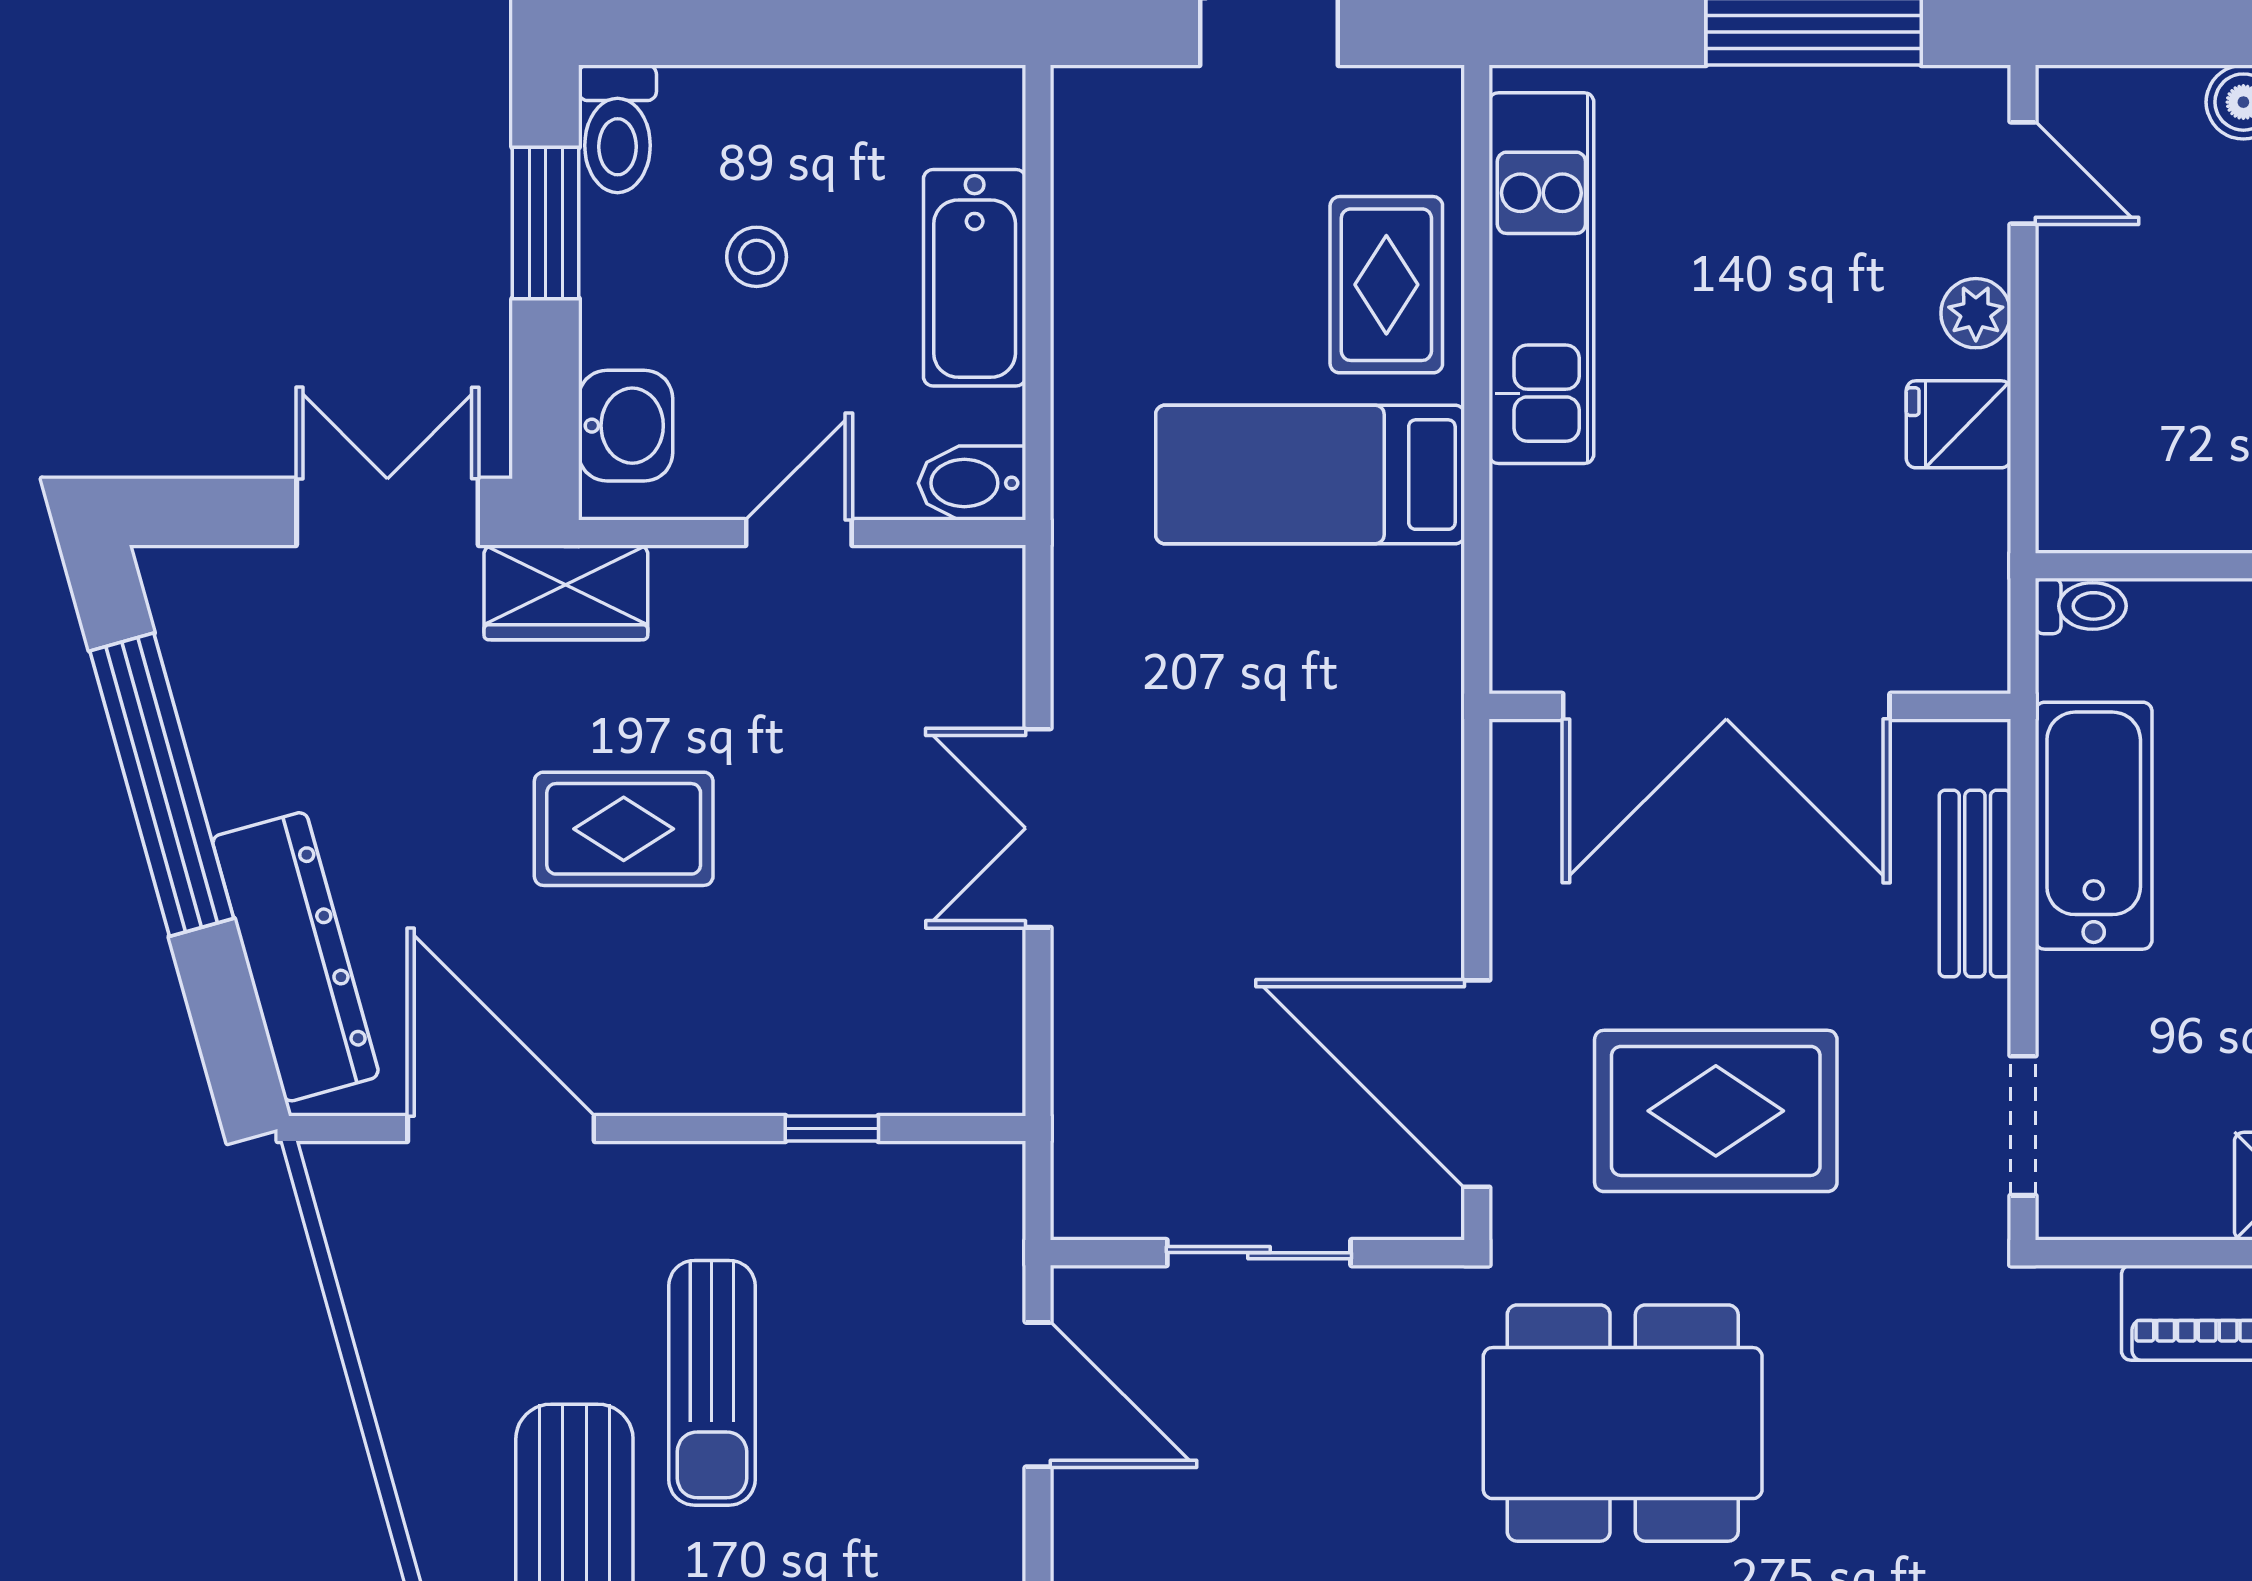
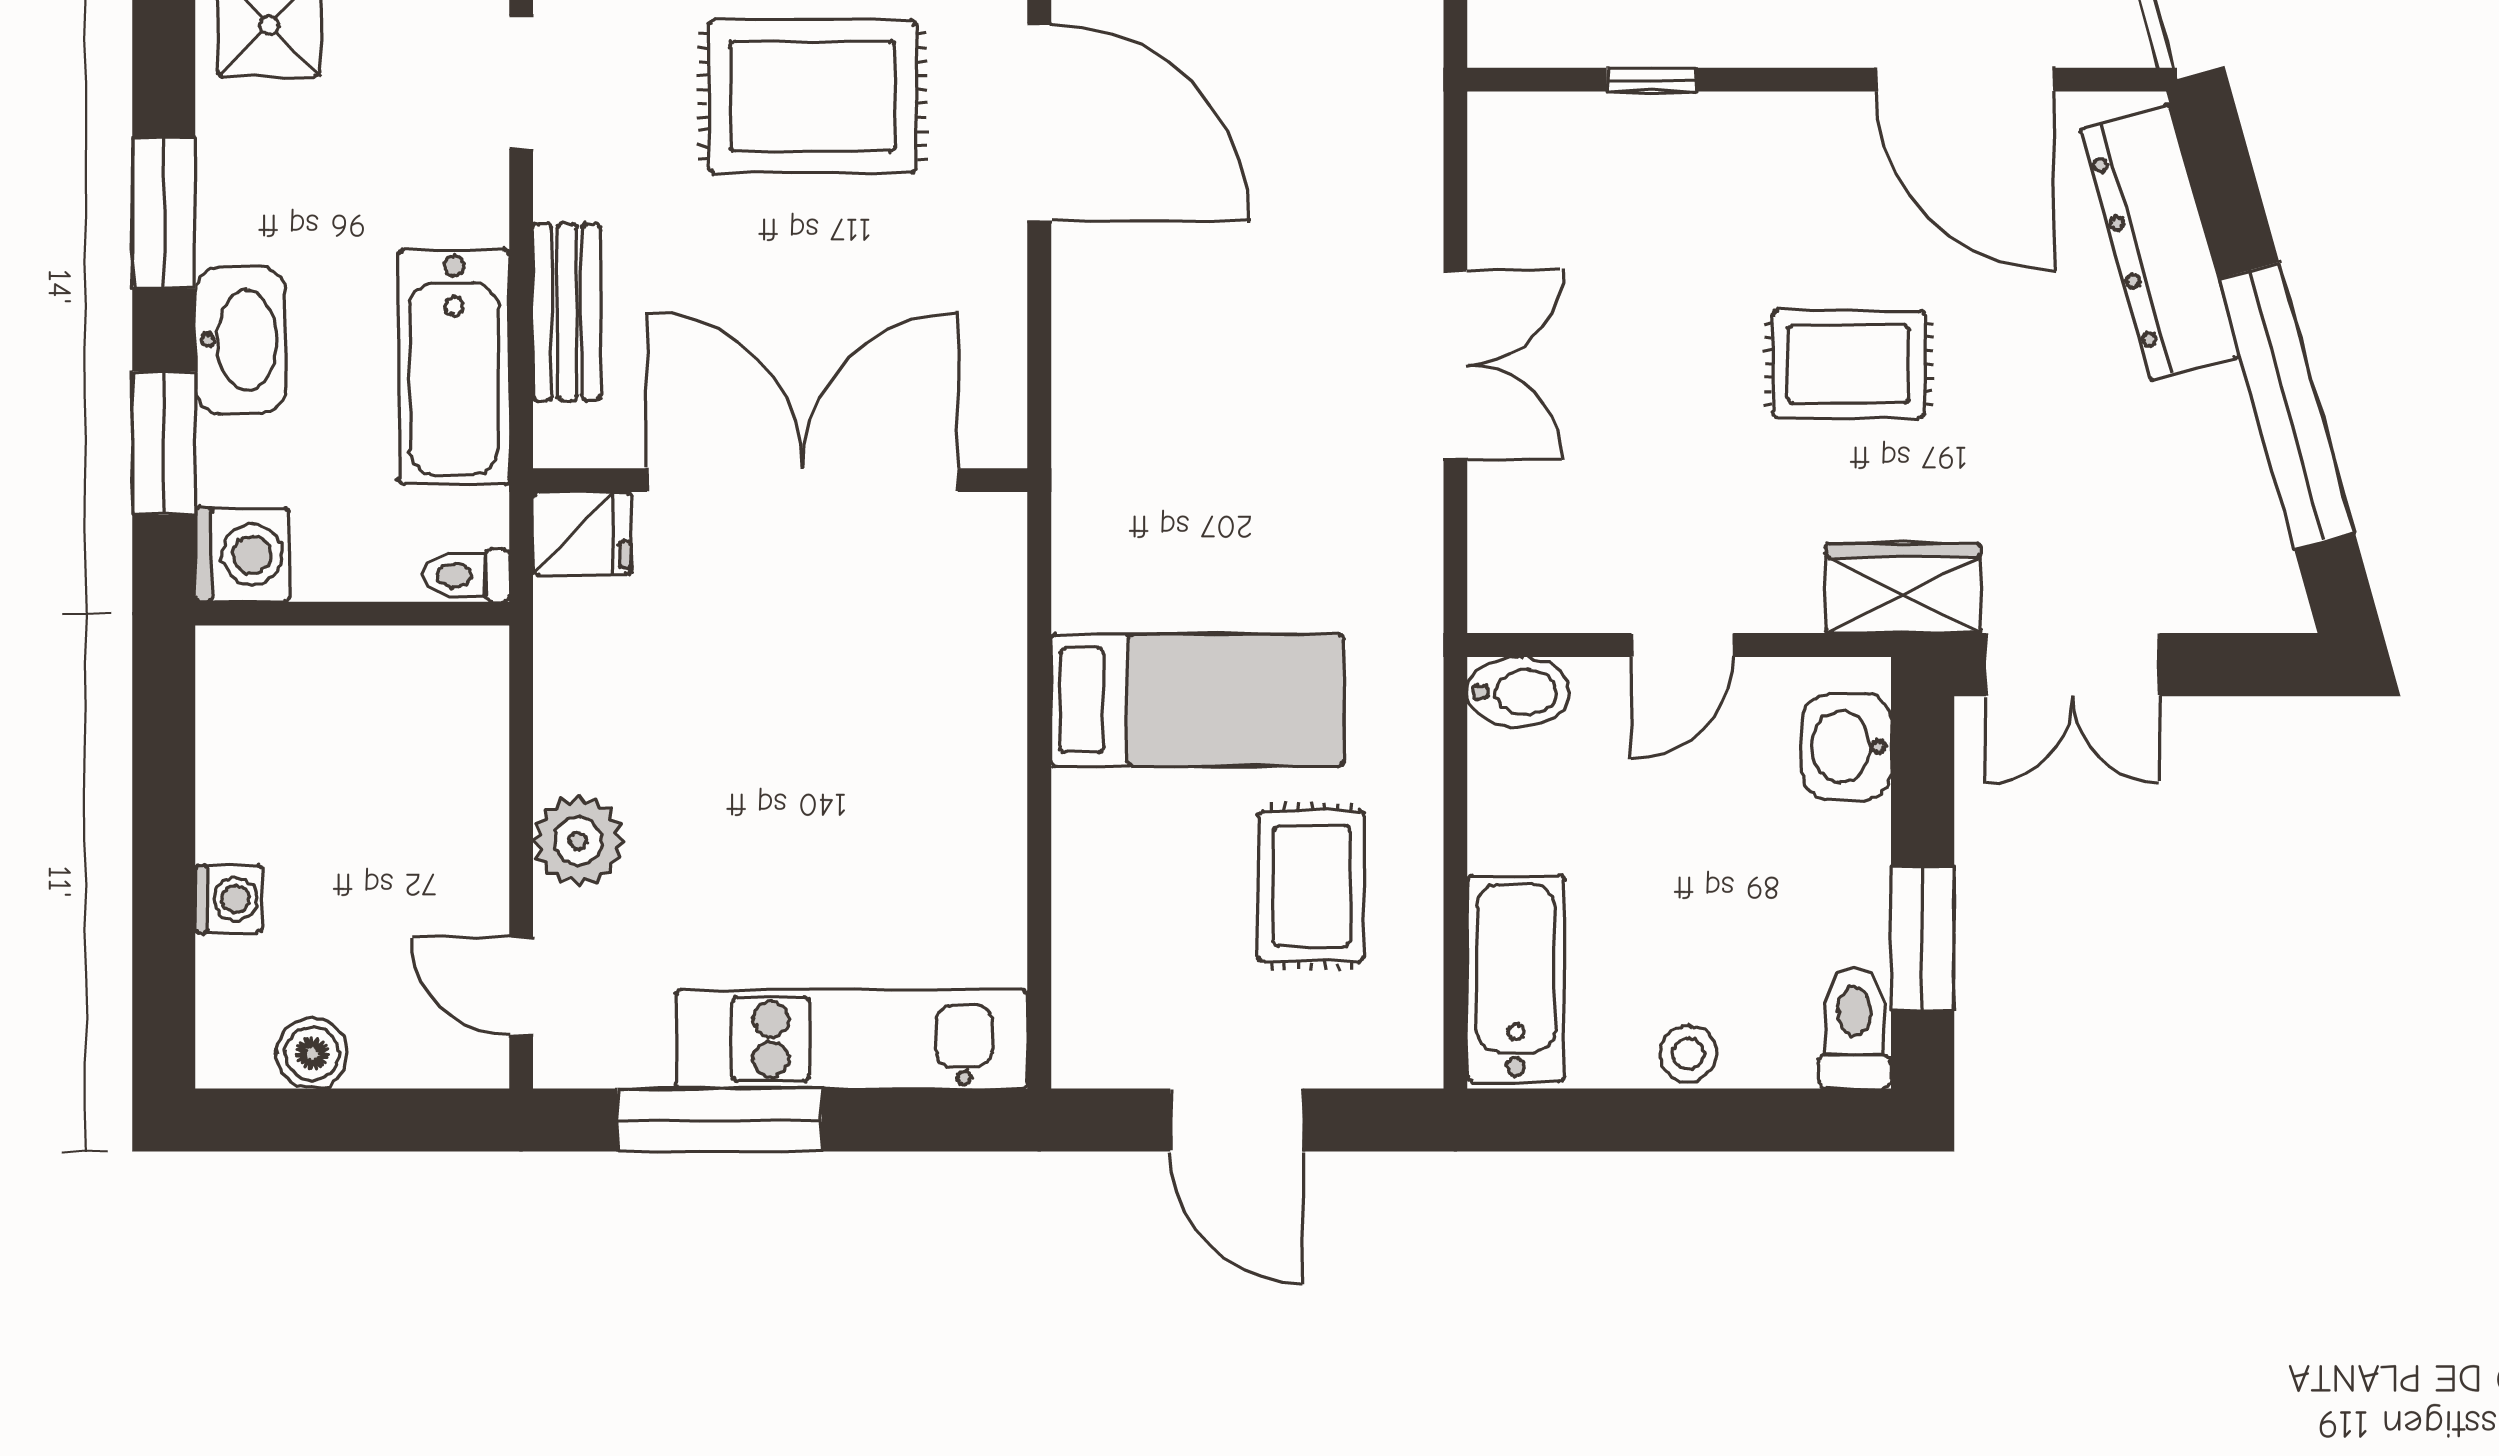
stool: (757, 257) -> (1688, 1054), moved
bathtub: (975, 278) -> (1516, 978), moved
kitchen unit: (1541, 278) -> (852, 1039), moved, turned 90
rug: (1386, 285) -> (1311, 886), moved
plant: (1976, 313) -> (578, 841), width x1.38, depth x1.38
fridge: (1959, 424) -> (582, 533), moved

